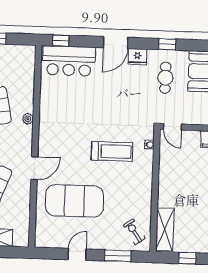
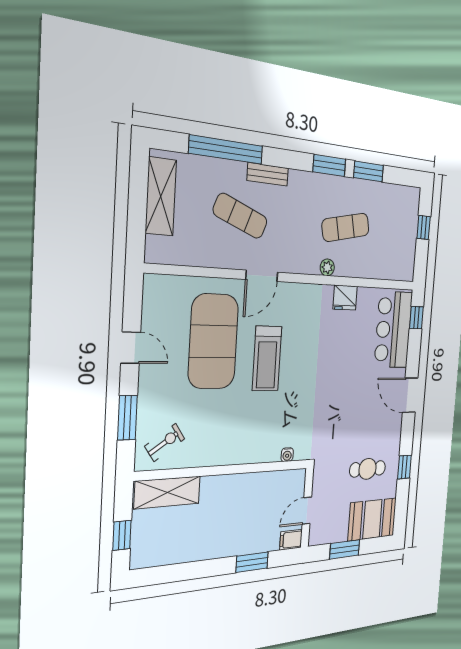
fridge: (137, 57) -> (345, 298), moved, turned -90
door: (172, 127) -> (307, 511), moved
treadmill: (112, 151) -> (267, 358), moved
door: (34, 168) -> (262, 276), hinge flipped

